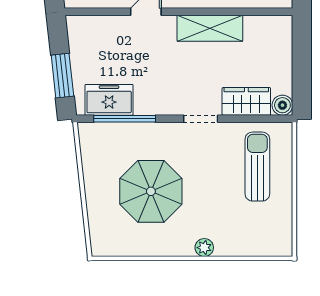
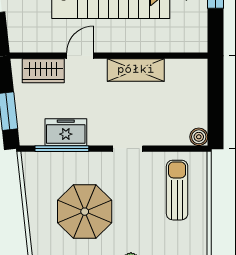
freezer: (109, 100) -> (66, 132), moved
wardrobe: (246, 101) -> (43, 71), moved, turned 180

